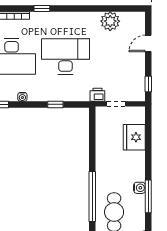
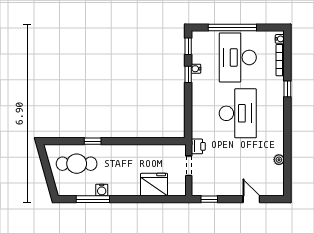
plant: (110, 21) -> (279, 160), width x0.53, depth x0.53
window: (55, 104) -> (188, 74), moved
window: (92, 197) -> (93, 141), width x0.32

